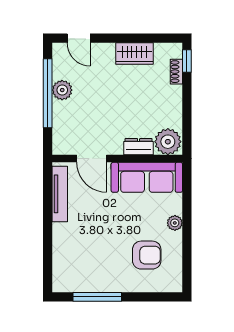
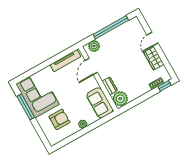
door: (79, 38) -> (153, 39), moved
plant: (62, 90) -> (94, 46), moved
sofa: (147, 177) -> (100, 103), width x0.73
armchair: (147, 255) -> (60, 119), turned -90
corner sofa: (88, 267) -> (38, 94), added

